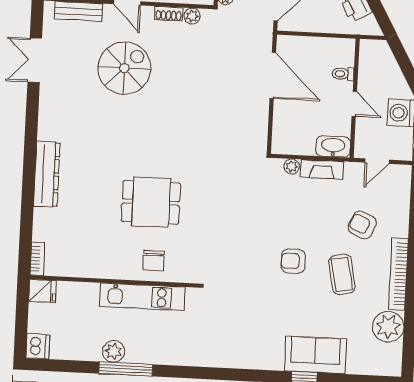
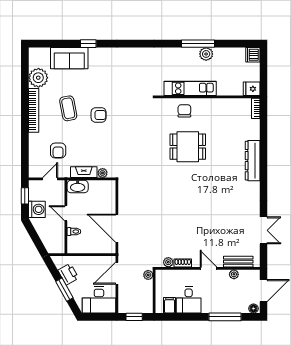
spiral stairs: (124, 68) -> (208, 228), removed
armchair: (362, 225) -> (58, 151), moved, turned 66
sofa: (315, 355) -> (69, 58), moved

